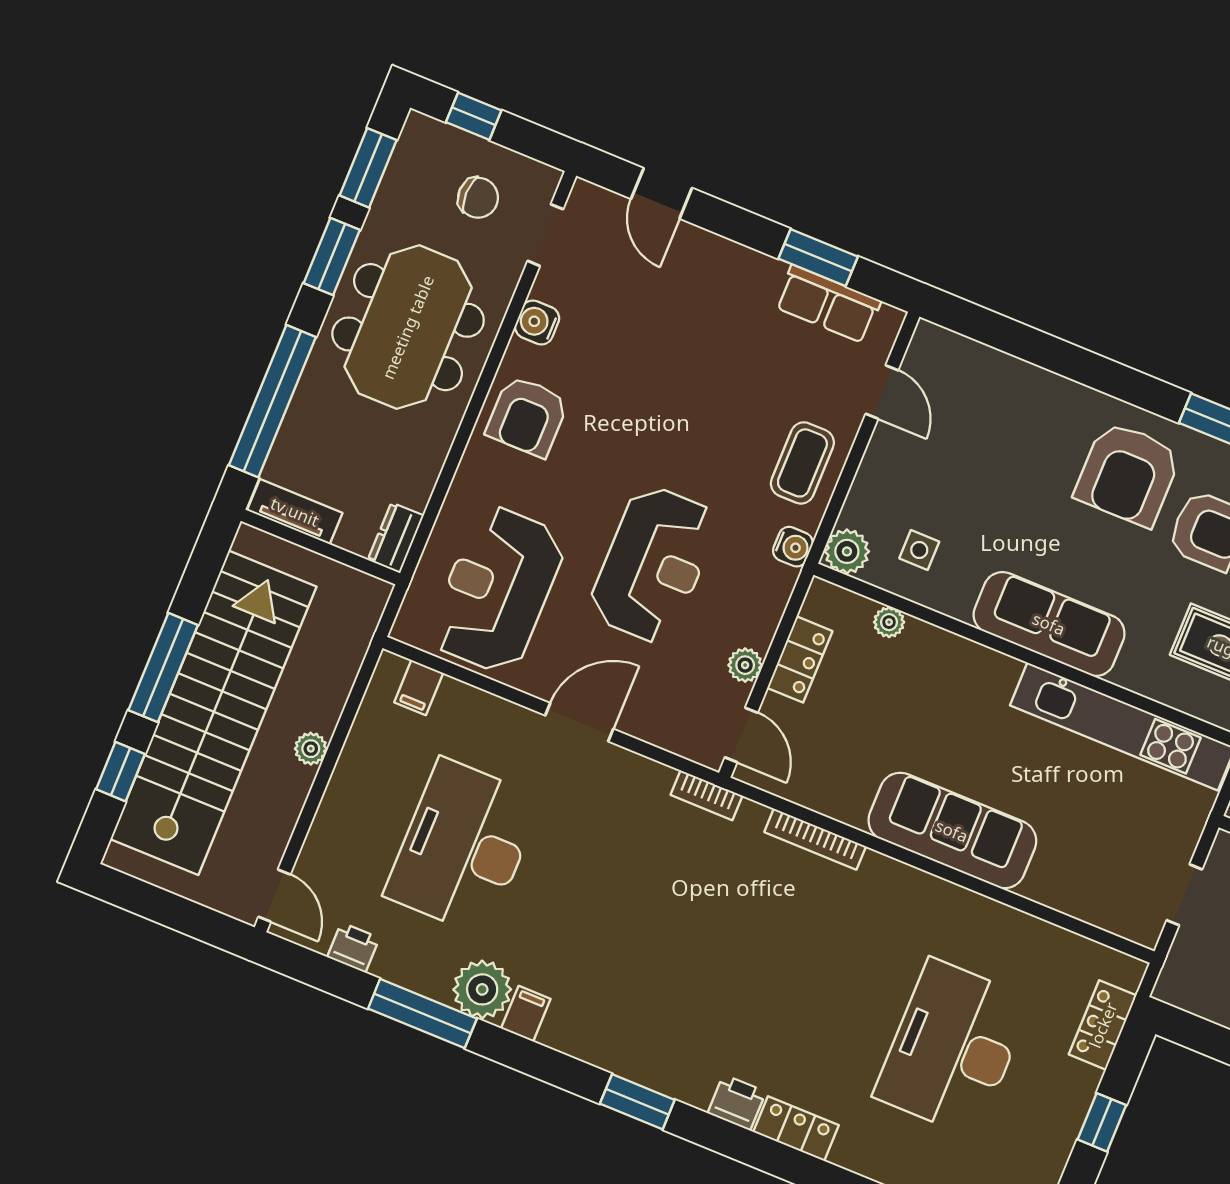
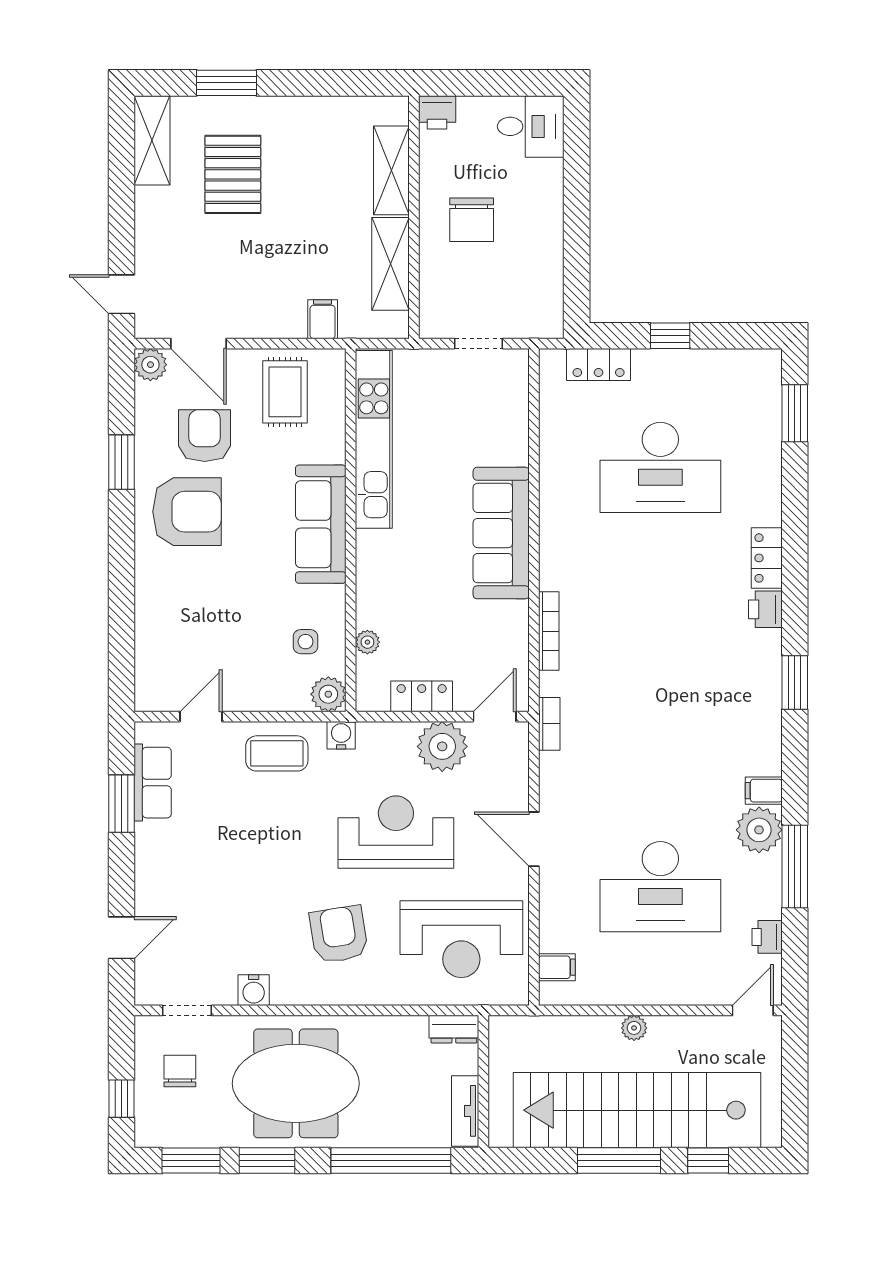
armchair: (527, 416) -> (339, 934), moved, turned -99
plant: (745, 665) -> (442, 746), width x1.88, depth x1.88

